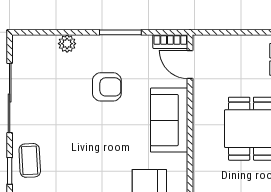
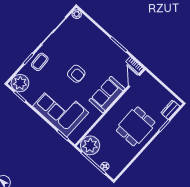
plant: (67, 44) -> (77, 14), moved
armchair: (107, 87) -> (76, 74), moved

